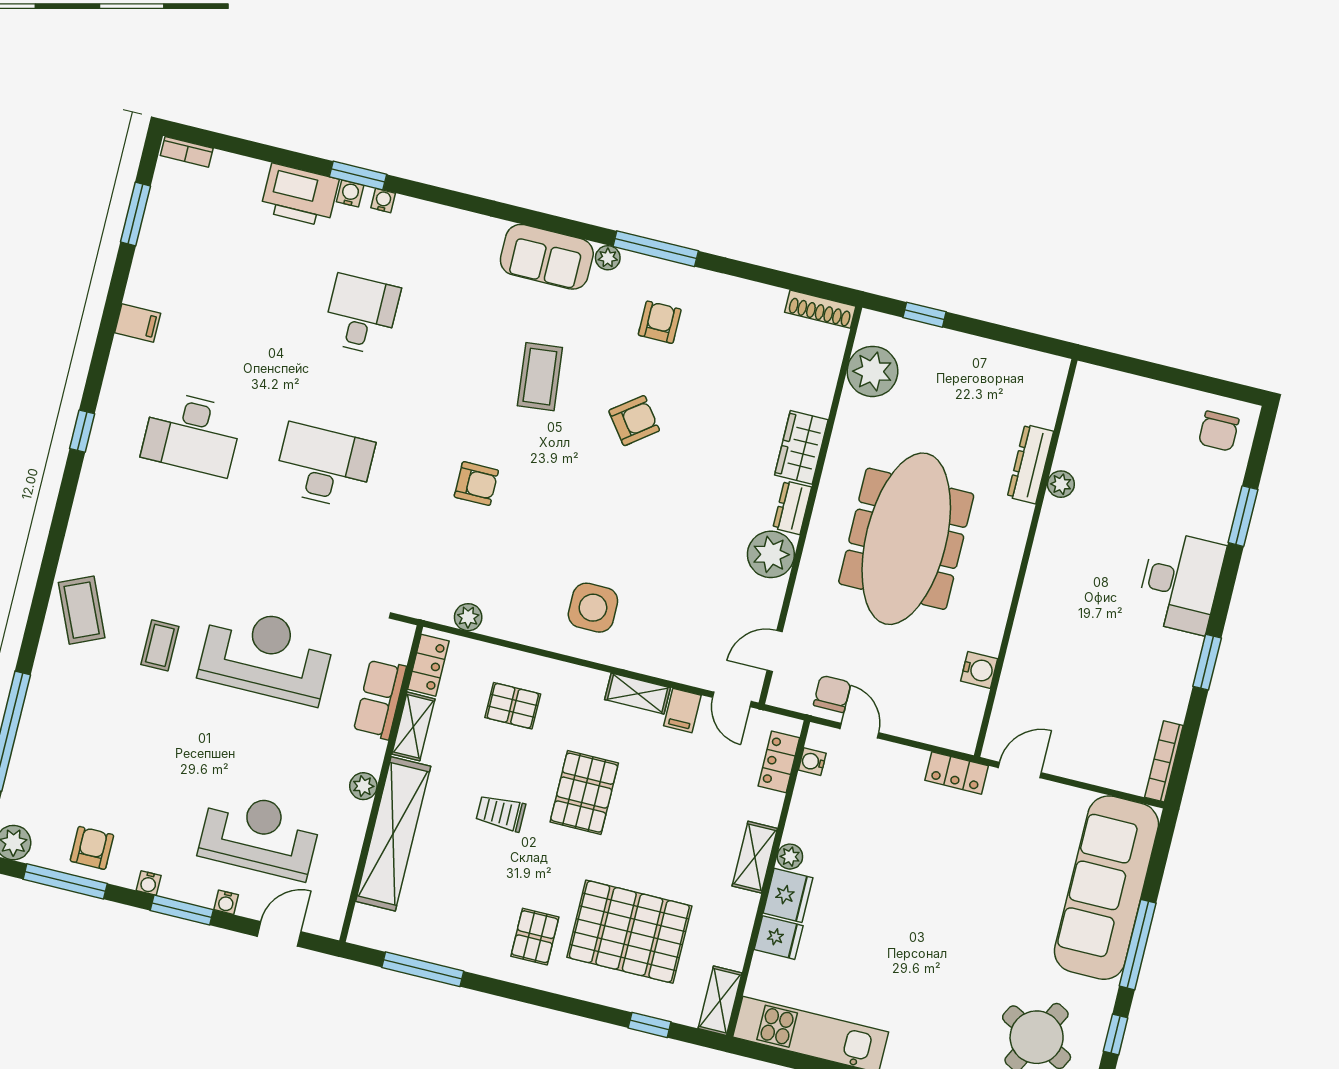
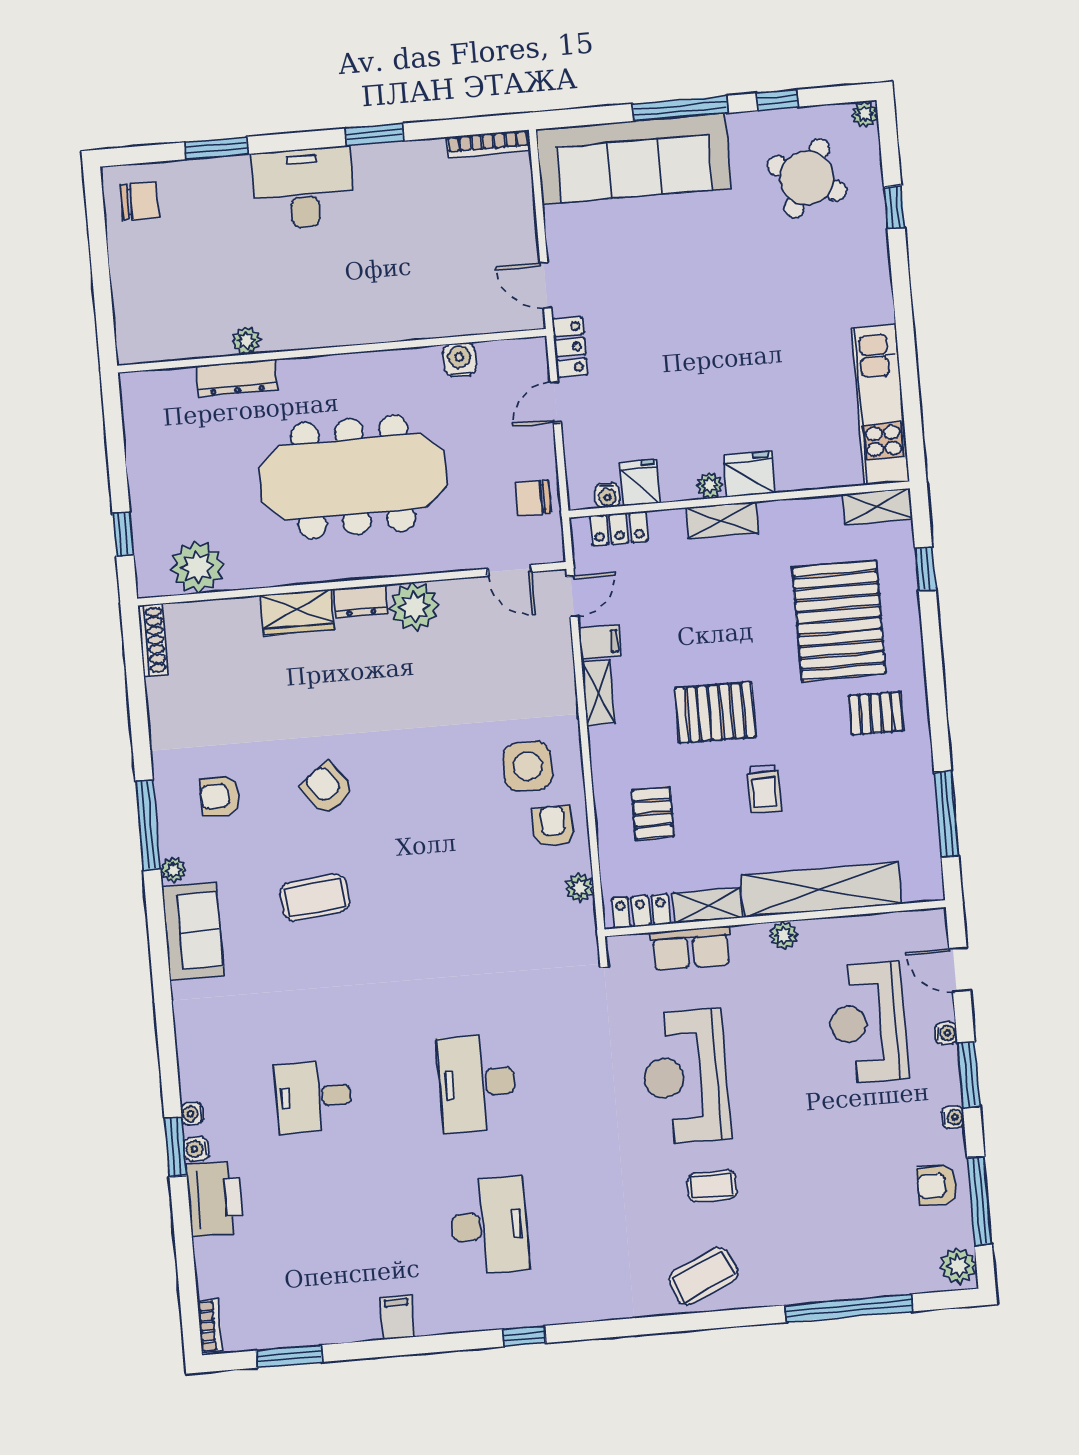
armchair: (476, 484) -> (553, 826), moved
door: (859, 731) -> (556, 402), moved
fridge: (779, 938) -> (640, 483), moved

